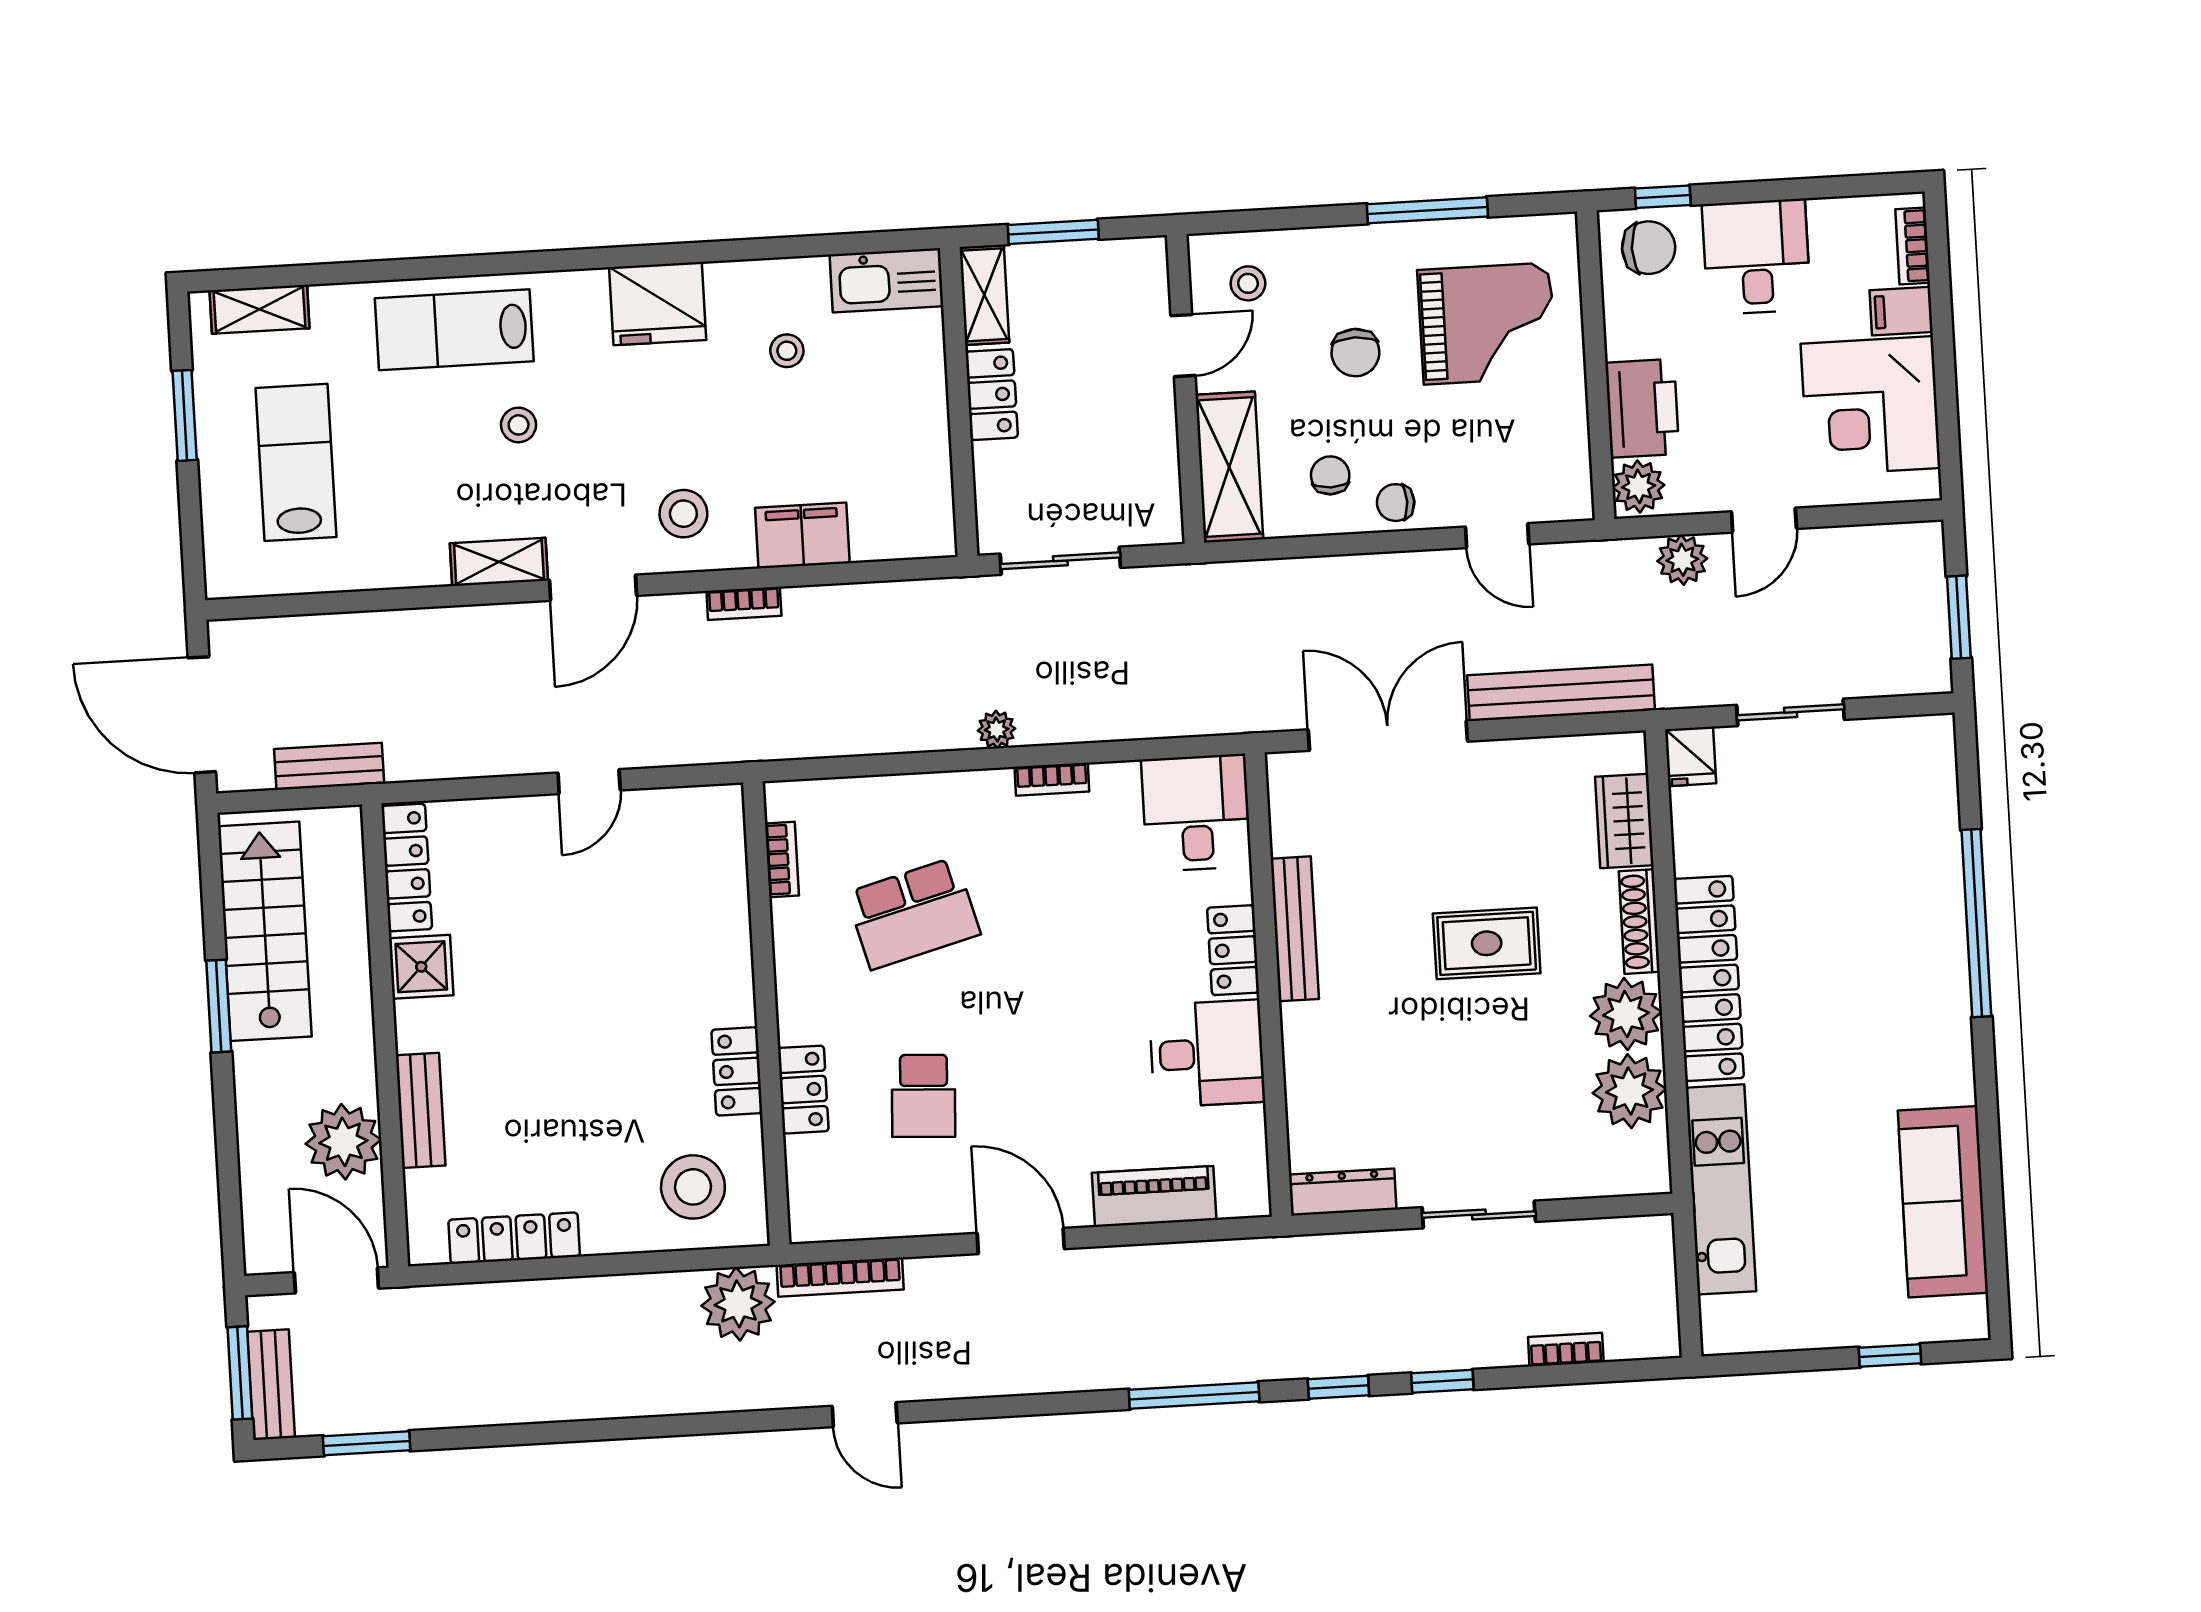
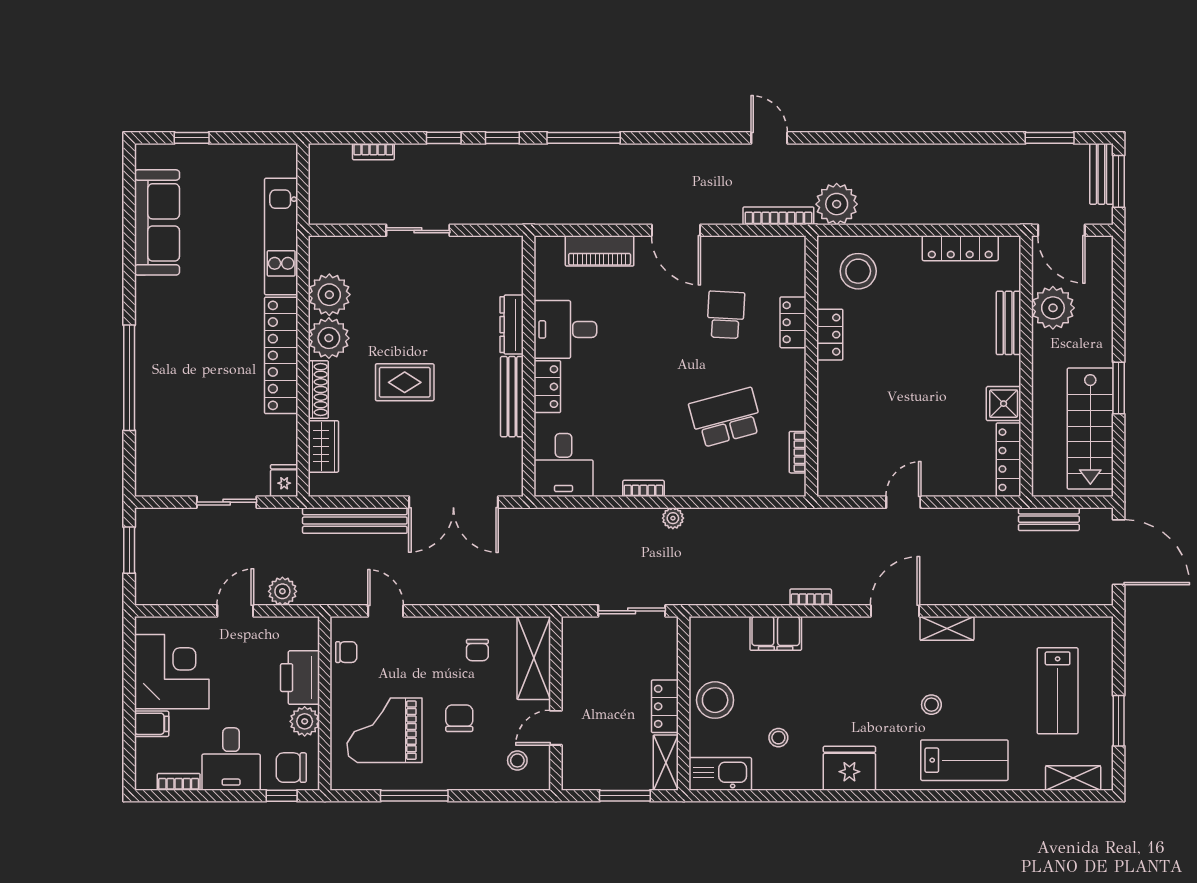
bookcase: (1913, 246) -> (179, 782), moved, turned -90
plant: (1639, 486) -> (305, 721), moved
chair: (1396, 503) -> (346, 652), moved
stool: (683, 514) -> (715, 700), moved, width x1.38, depth x1.38
dresser: (1343, 1192) -> (512, 325), moved, turned 90

